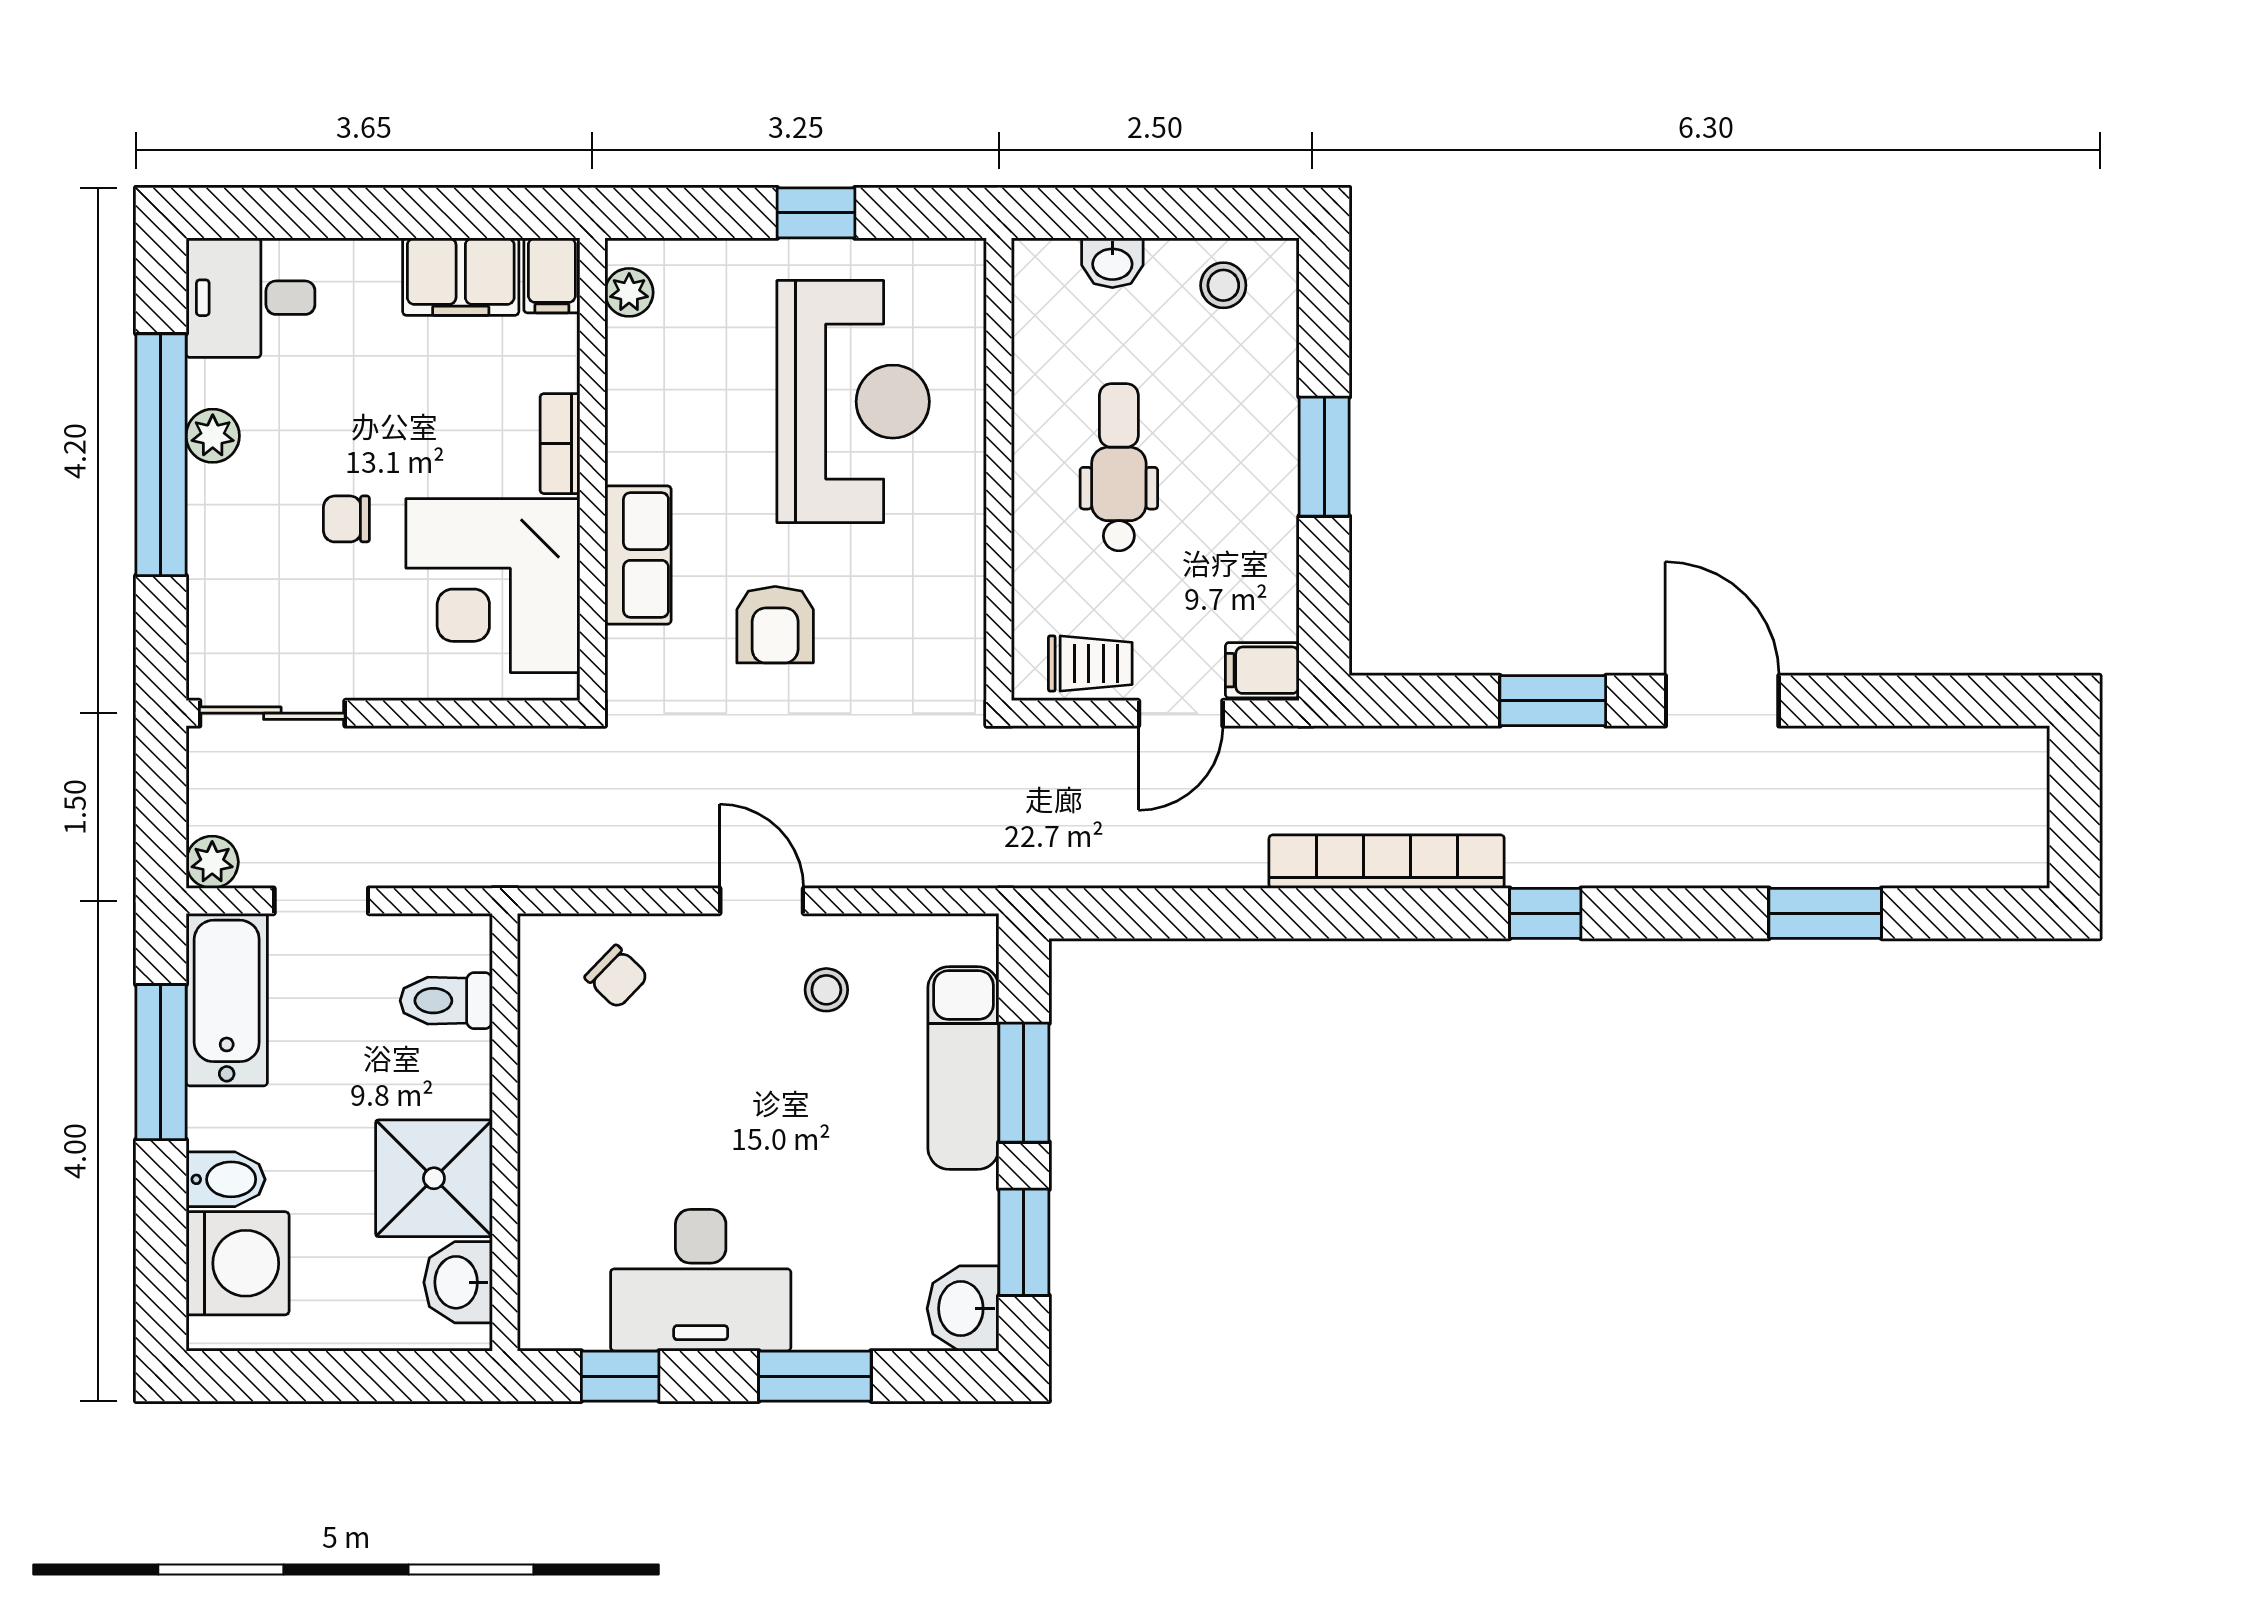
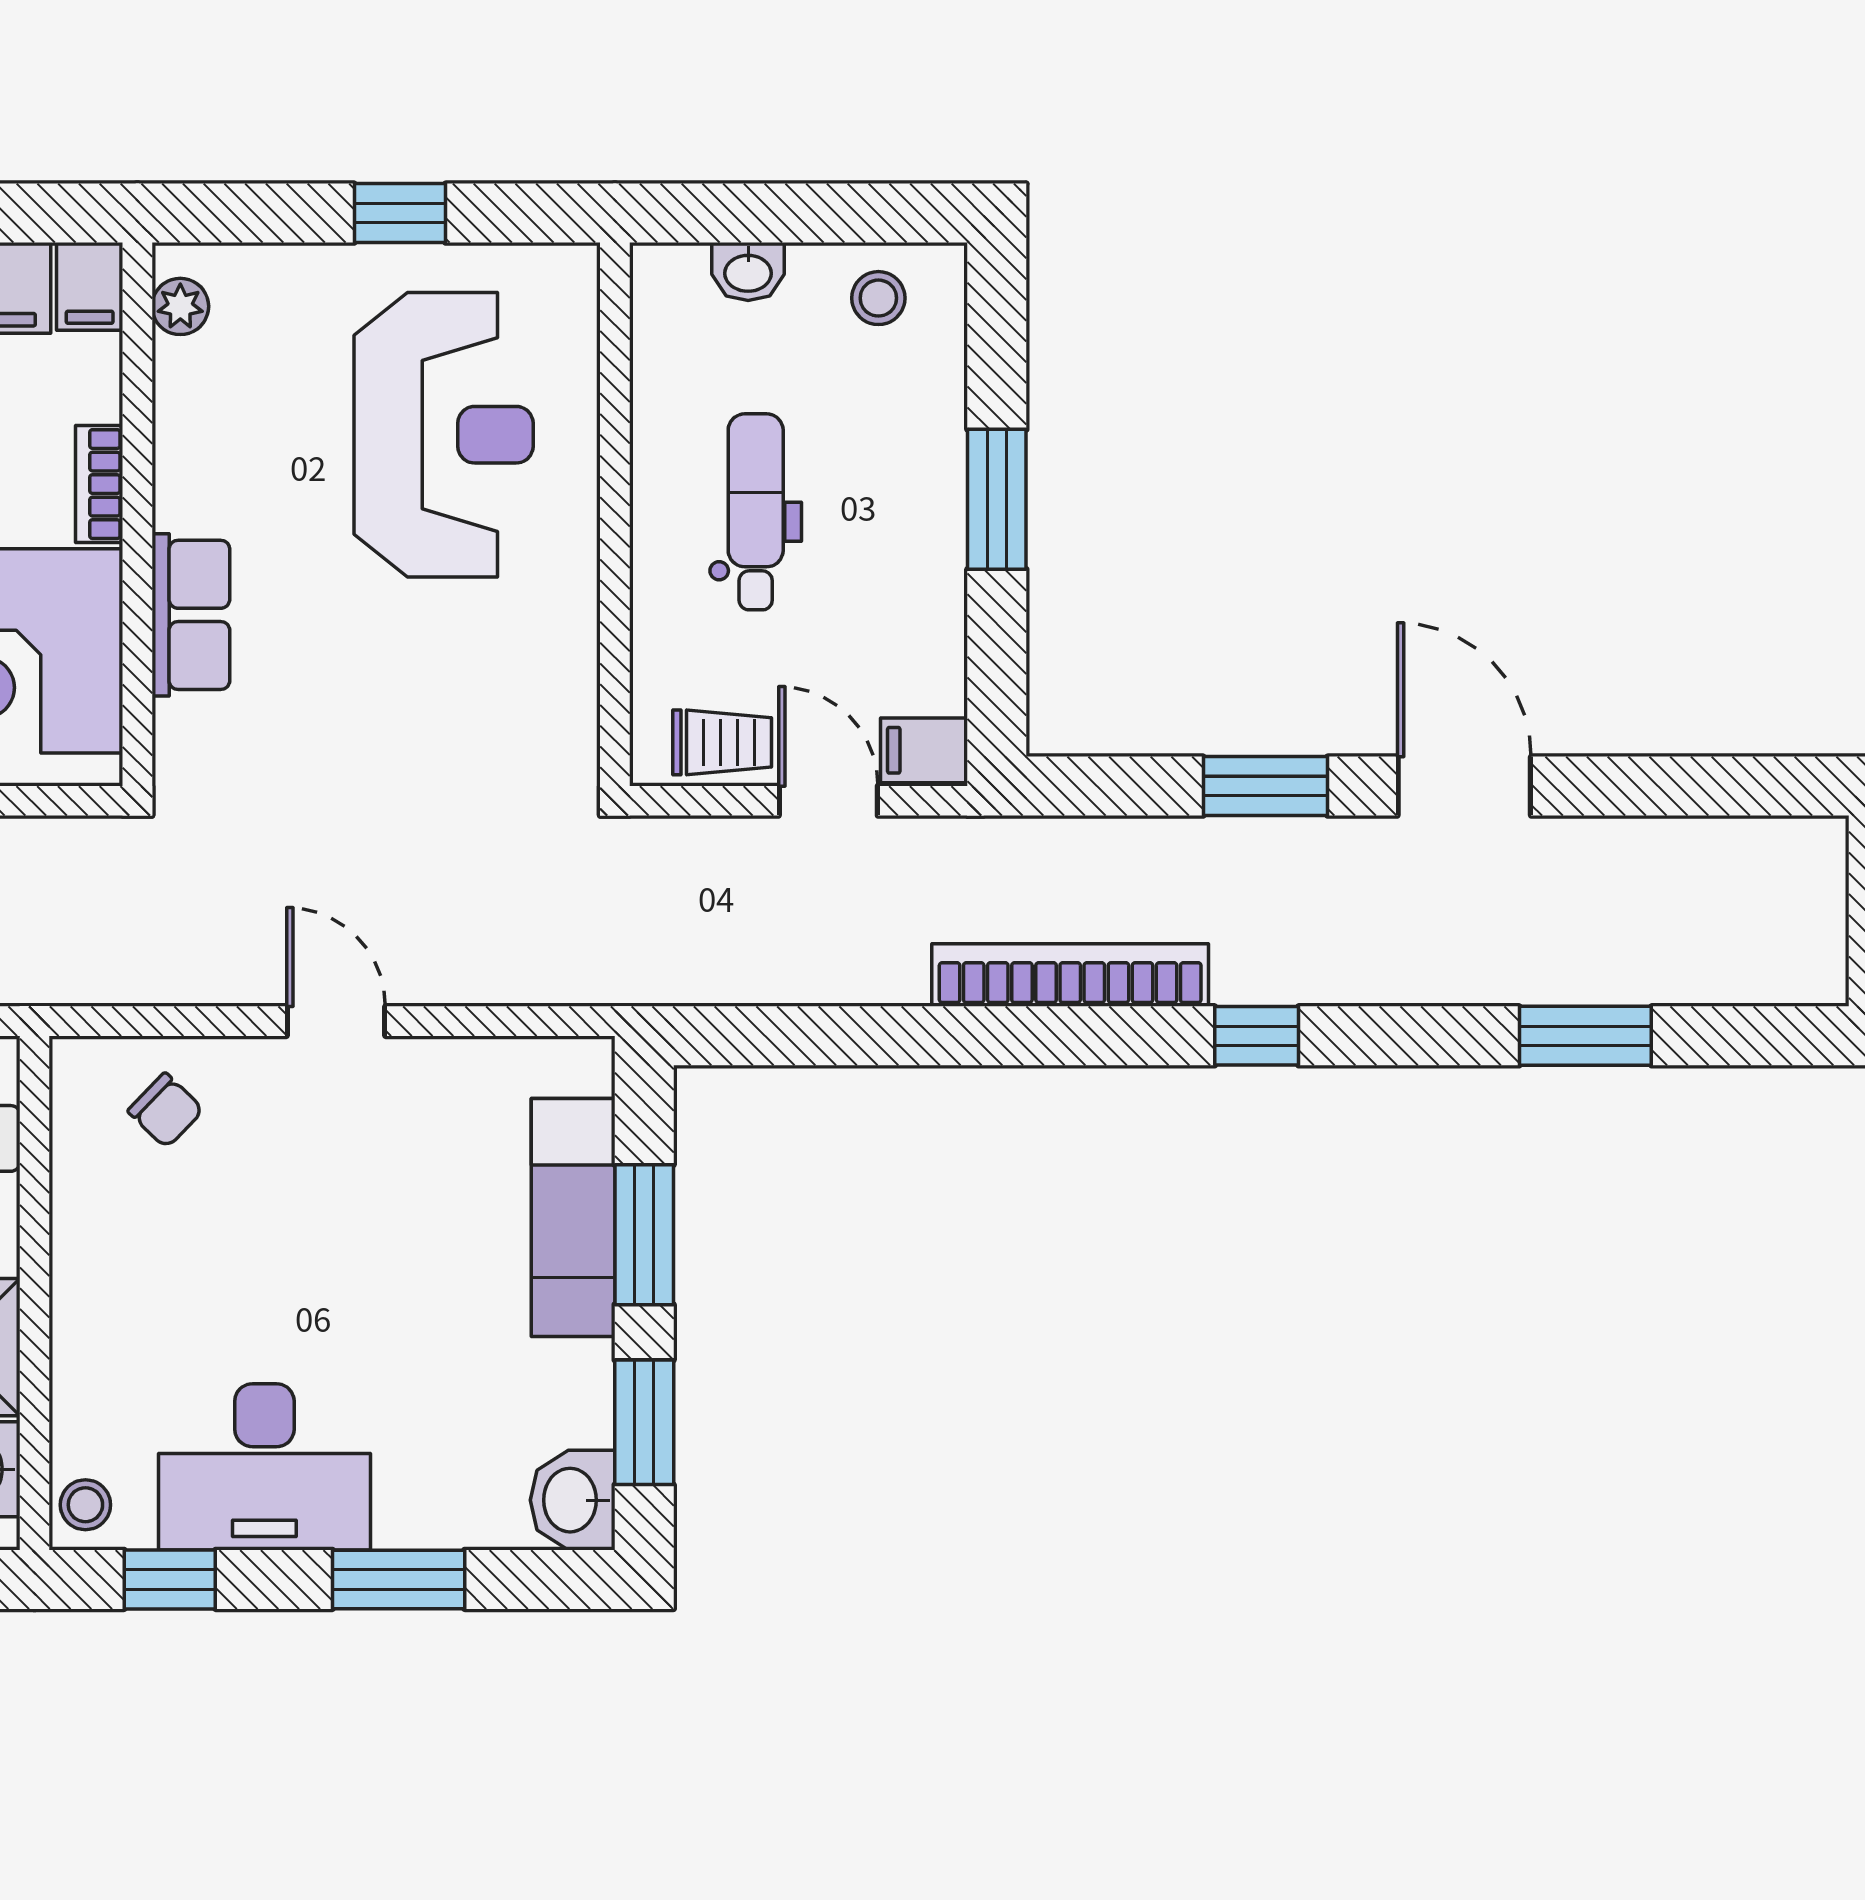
armchair: (775, 625) -> (352, 697), removed
door: (1181, 713) -> (828, 801), swing flipped
stool: (826, 990) -> (85, 1505), moved

